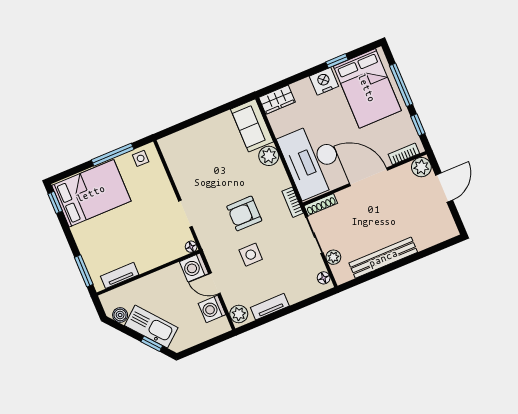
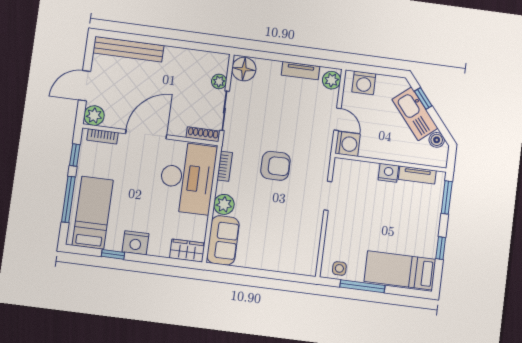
bed: (367, 88) -> (93, 213), width x0.67
door: (368, 177) -> (146, 134), swing flipped
bed: (91, 193) -> (400, 270), width x0.67
window: (55, 202) -> (441, 248), moved
bookcase: (293, 202) -> (225, 166), moved
floor lamp: (191, 247) -> (340, 164), removed
side table: (251, 255) -> (291, 126), removed
bench: (383, 258) -> (128, 49), moved
nightstand: (145, 263) -> (388, 173), added
floor lamp: (324, 278) -> (244, 69), width x1.89, depth x1.89
washing machine: (212, 309) -> (364, 83), moved, turned 90

